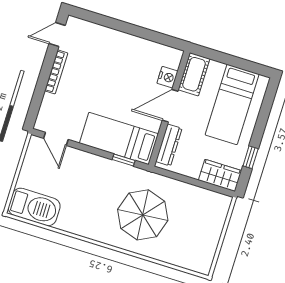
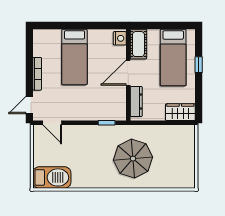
door: (57, 34) -> (29, 105), moved
nightstand: (167, 77) -> (120, 38), moved
bed: (119, 138) -> (74, 57), moved, turned -90
window: (251, 157) -> (199, 65), moved

